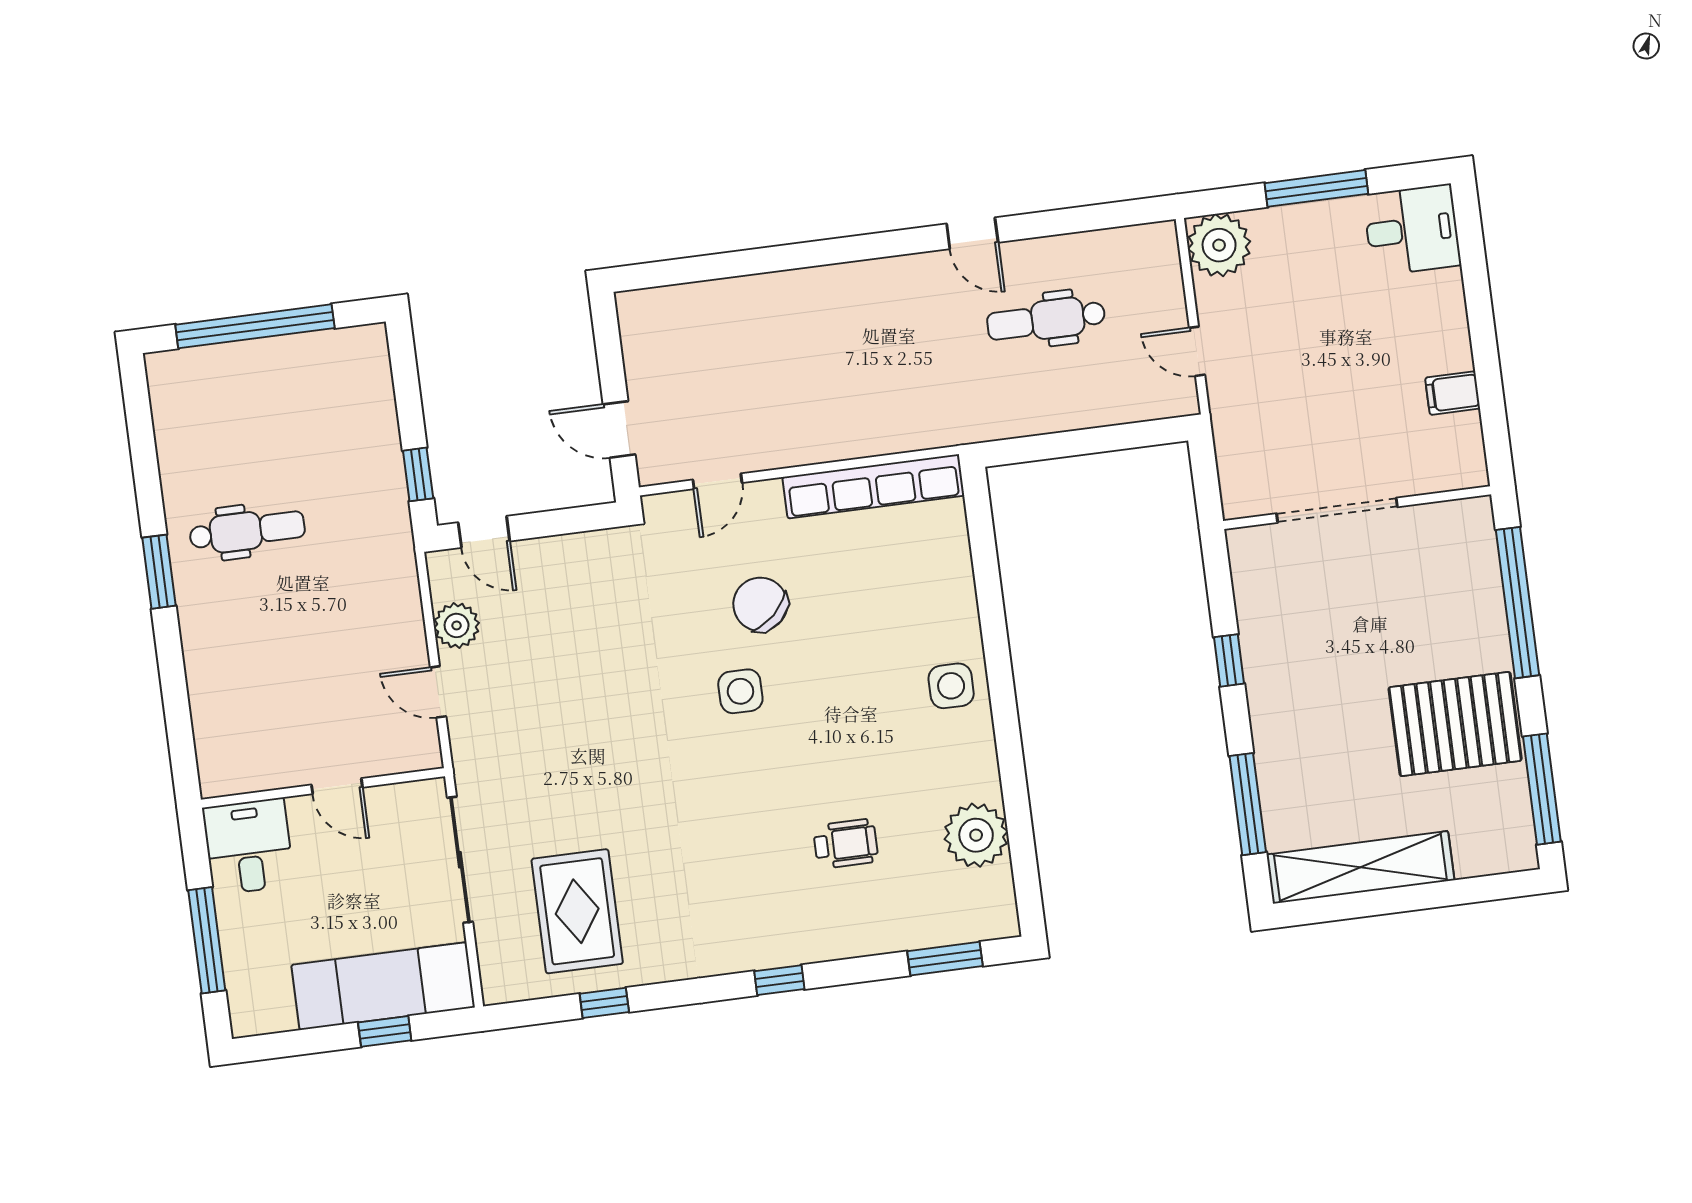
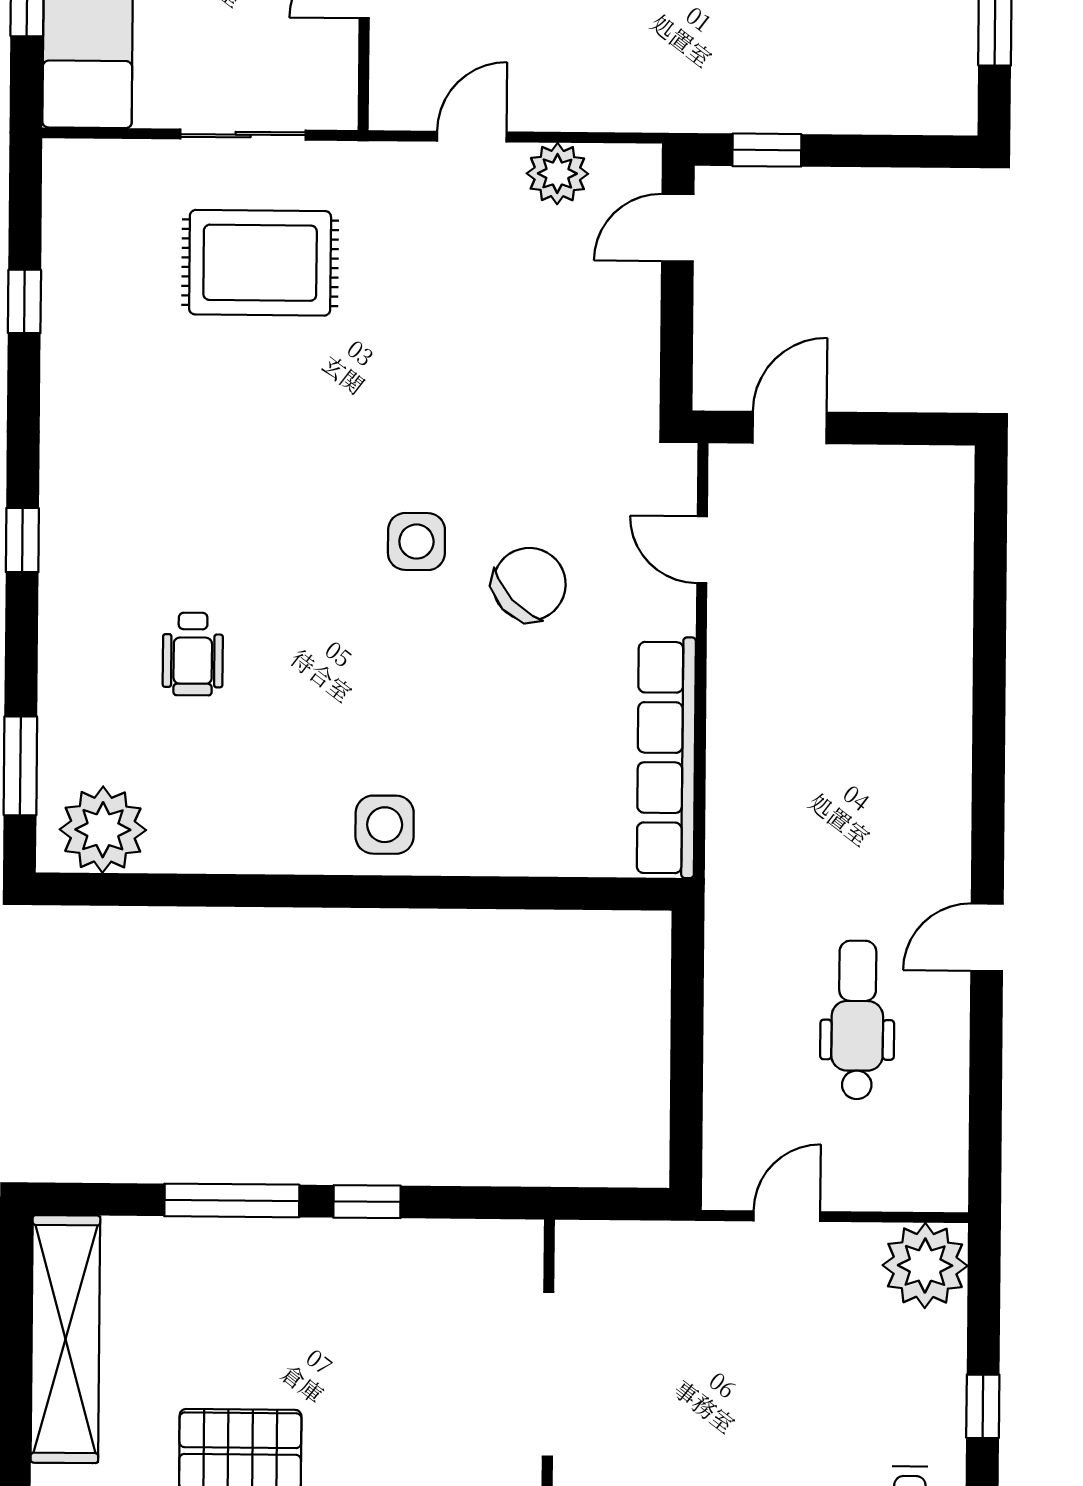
window: (1316, 188) -> (983, 1406), width x0.46
window: (1248, 804) -> (232, 1200), moved
plant: (976, 835) -> (103, 830), moved
sliding door: (460, 860) -> (243, 135), width x0.73
rug: (577, 911) -> (260, 263), moved

